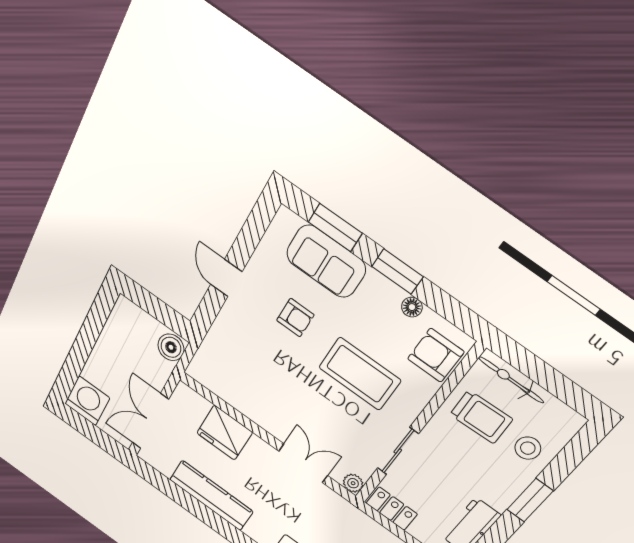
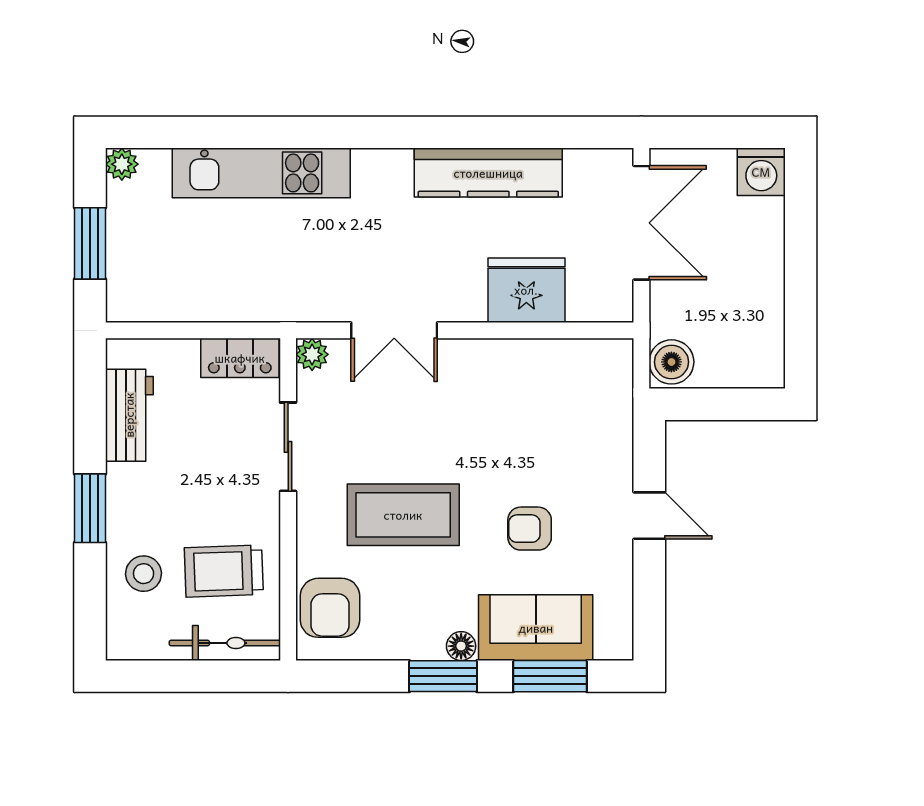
floor lamp: (412, 307) -> (461, 646), moved
armchair: (436, 355) -> (330, 608), turned 90
washing machine: (87, 401) -> (761, 172), width x0.73, depth x0.73

